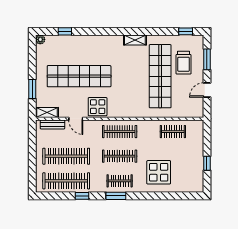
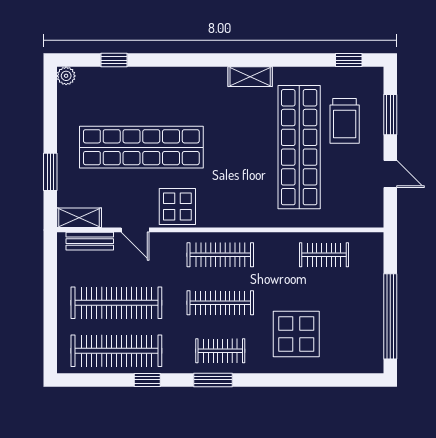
door: (207, 90) -> (390, 174), swing flipped
window: (207, 163) -> (390, 316), width x3.17

